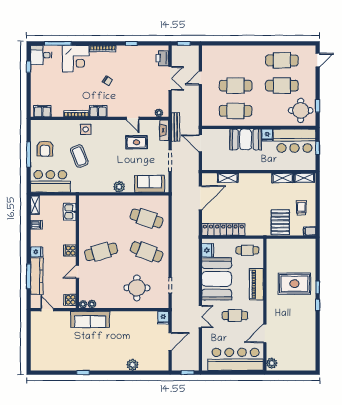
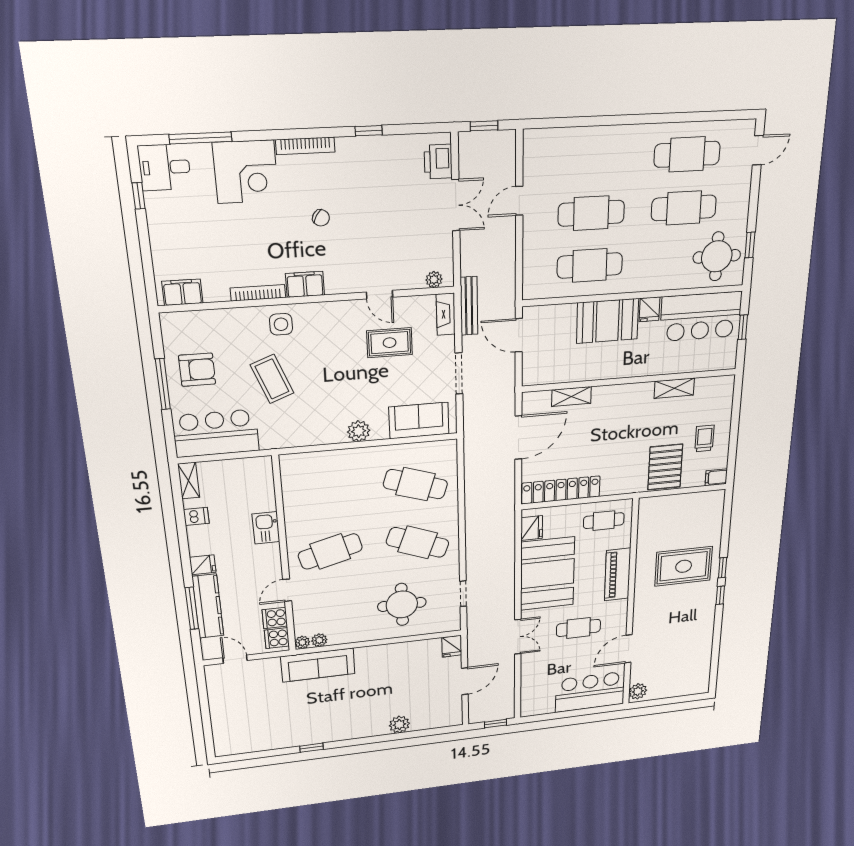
armchair: (45, 149) -> (197, 370), turned -90
shelving: (304, 178) -> (714, 385), removed
kitchen sink: (70, 212) -> (266, 528), moved
cooker: (70, 251) -> (275, 618), moved
bar counter: (236, 359) -> (590, 692), width x0.73

